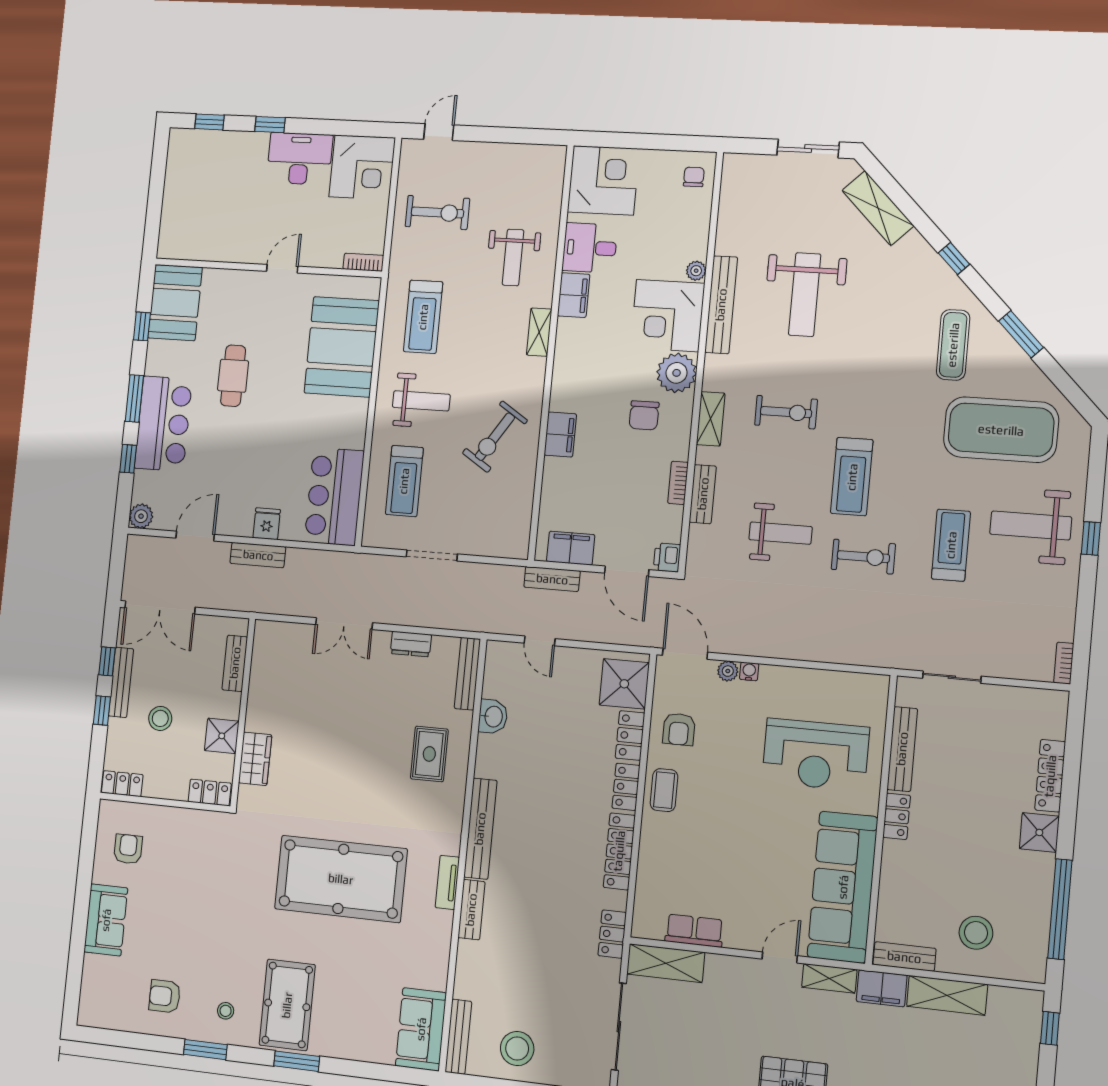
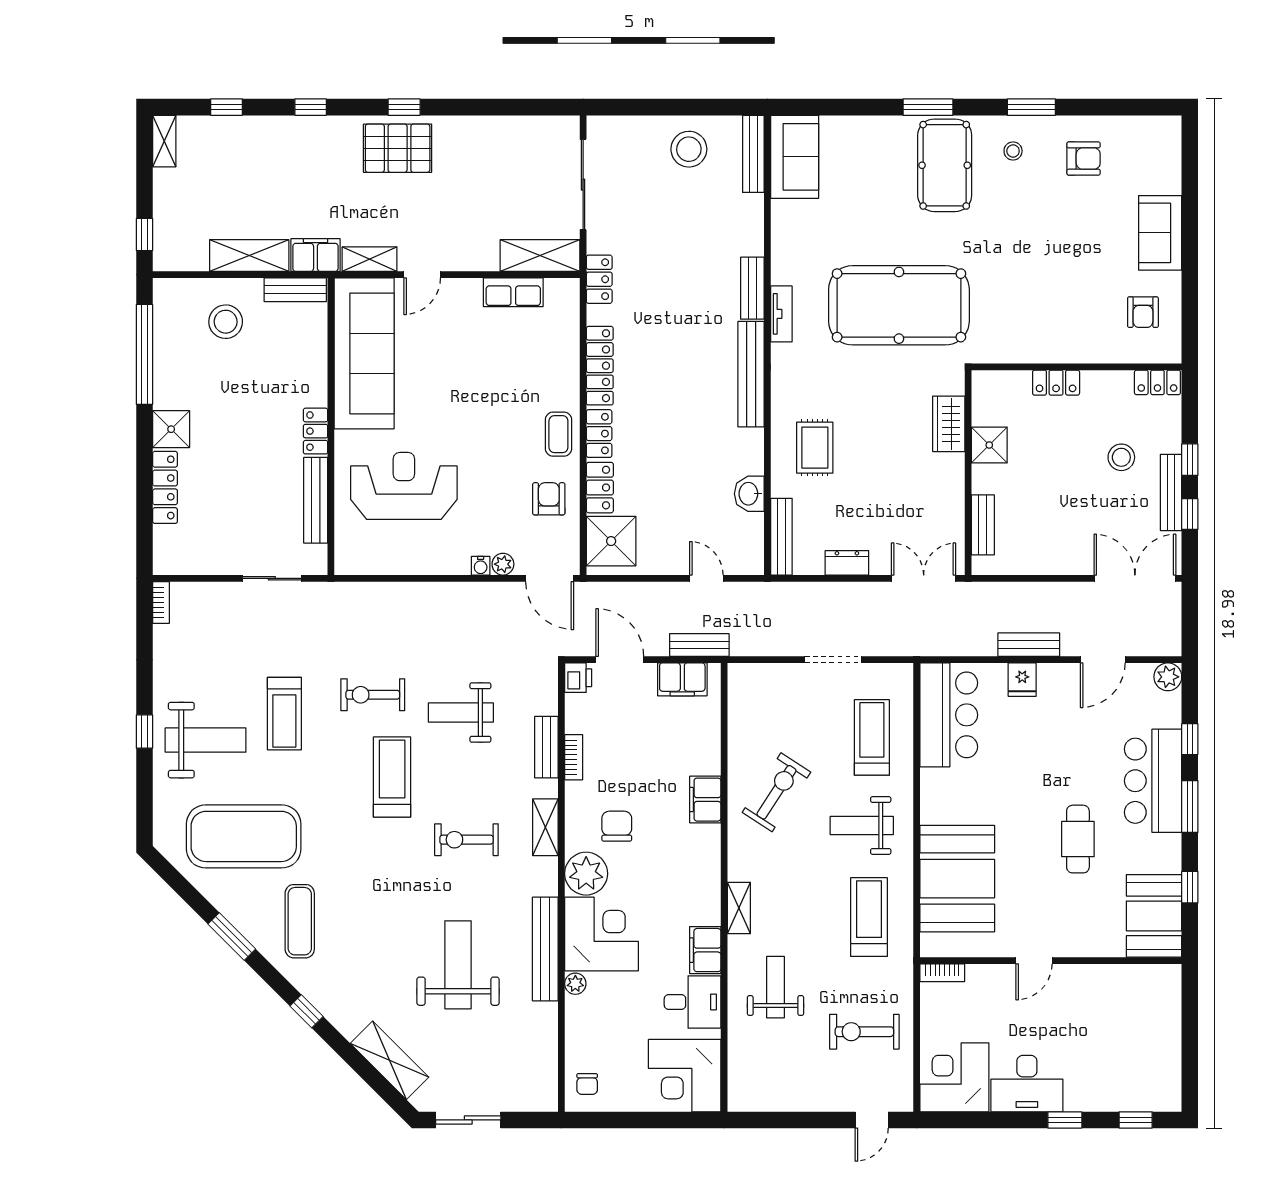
bench: (235, 663) -> (983, 525), moved
wall: (243, 712) -> (968, 473), moved
shower: (222, 736) -> (989, 445), moved
wardrobe: (255, 759) -> (949, 424), moved

